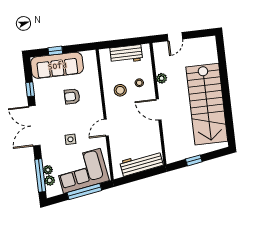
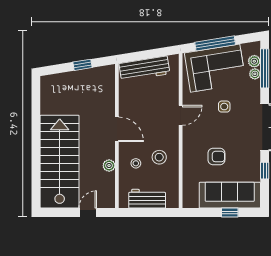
stairs: (207, 104) -> (60, 162), moved

